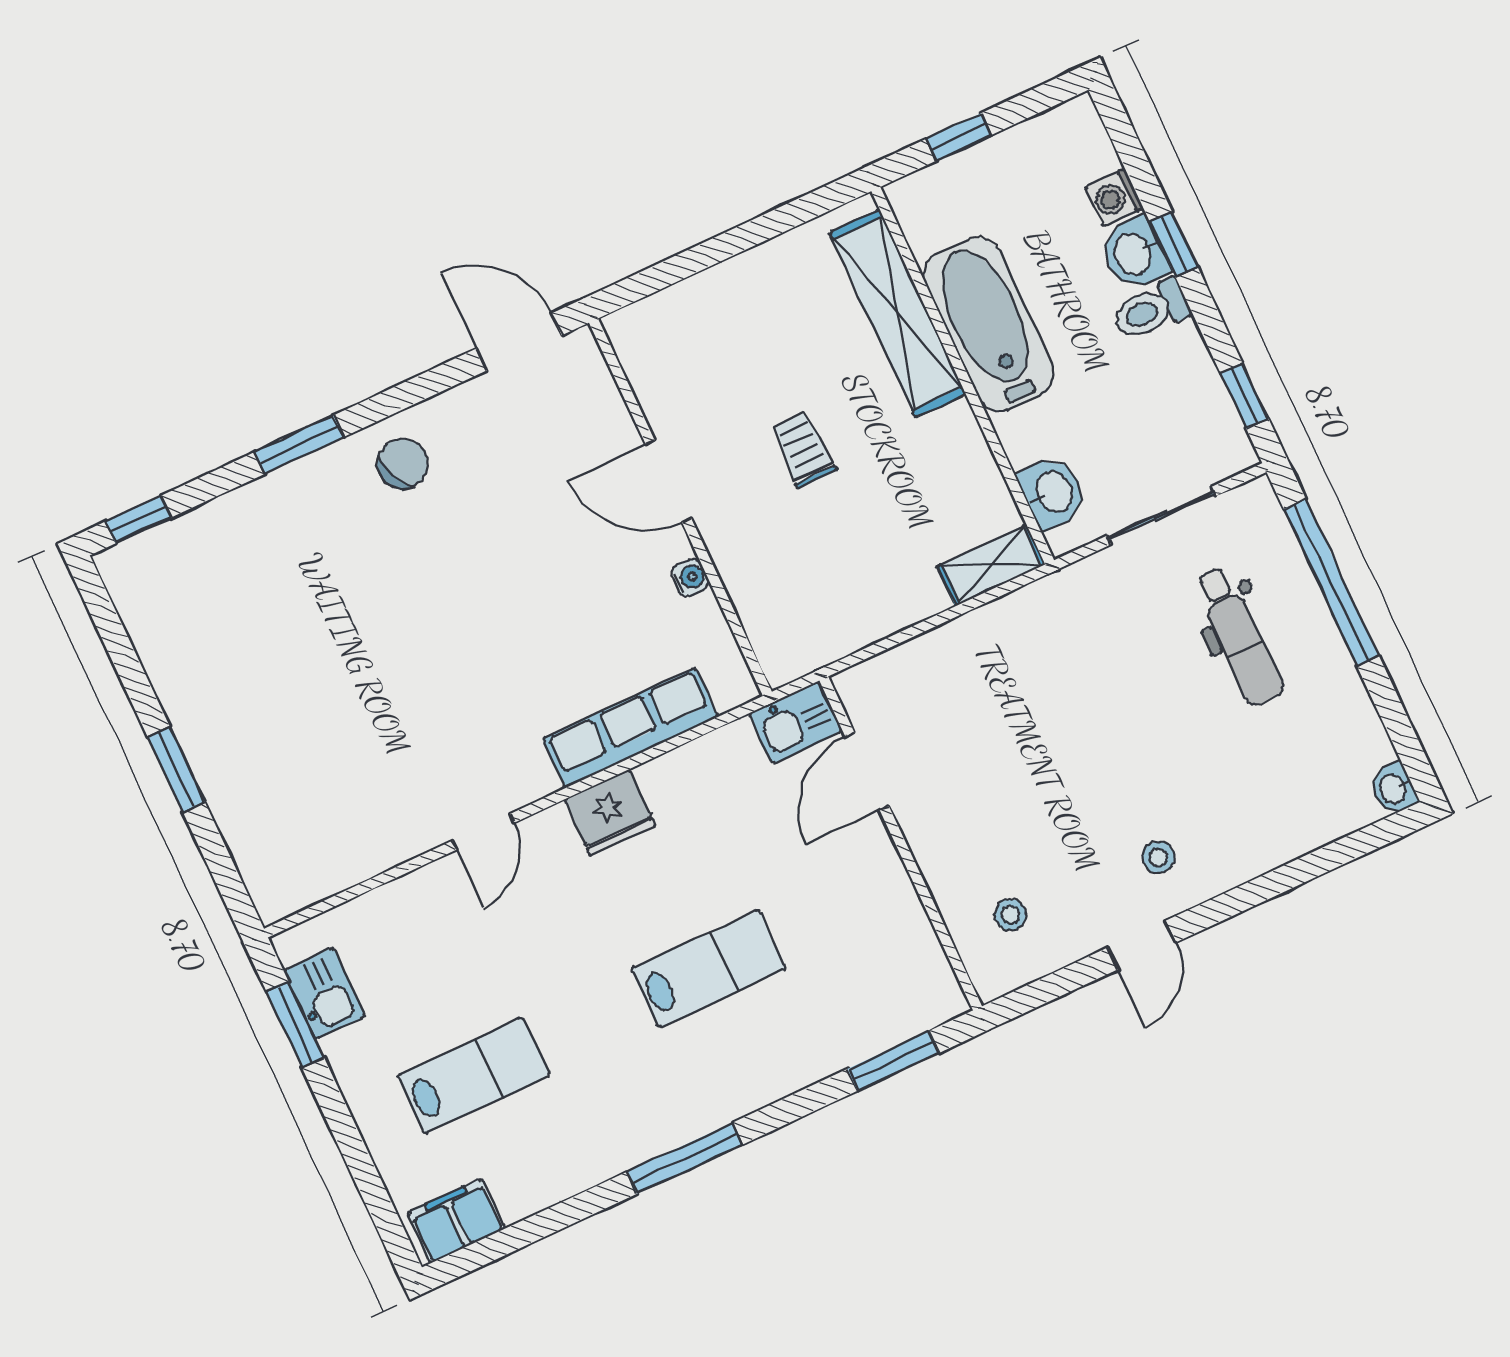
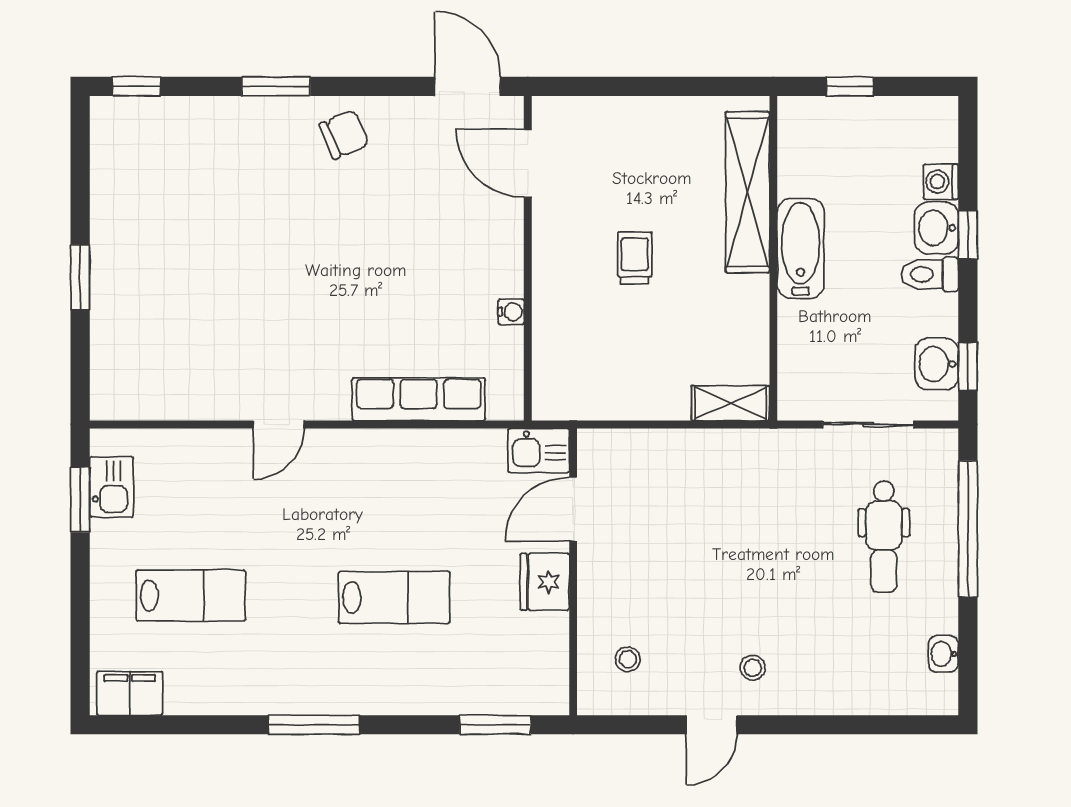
bathtub: (989, 324) -> (801, 248), width x0.73, depth x0.73
door: (668, 481) -> (528, 163), moved
washbasin: (1053, 492) -> (937, 364), moved, turned 180
washbasin: (1393, 789) -> (943, 654), moved
fridge: (610, 812) -> (545, 582), moved, turned 90

